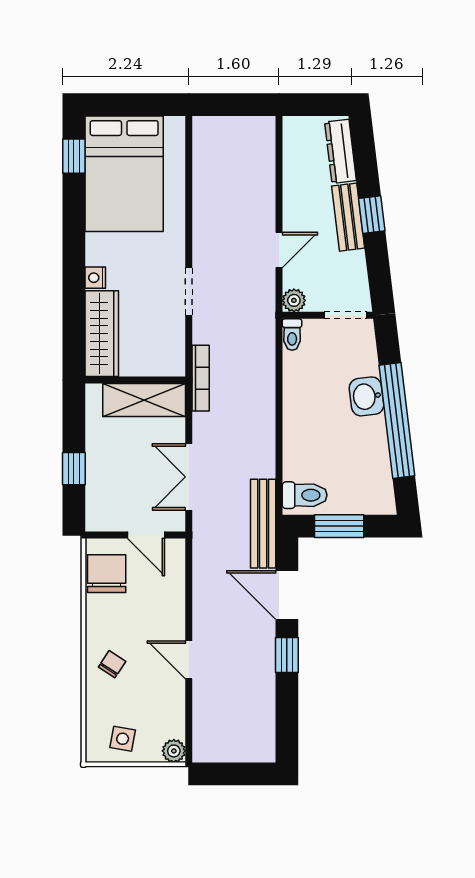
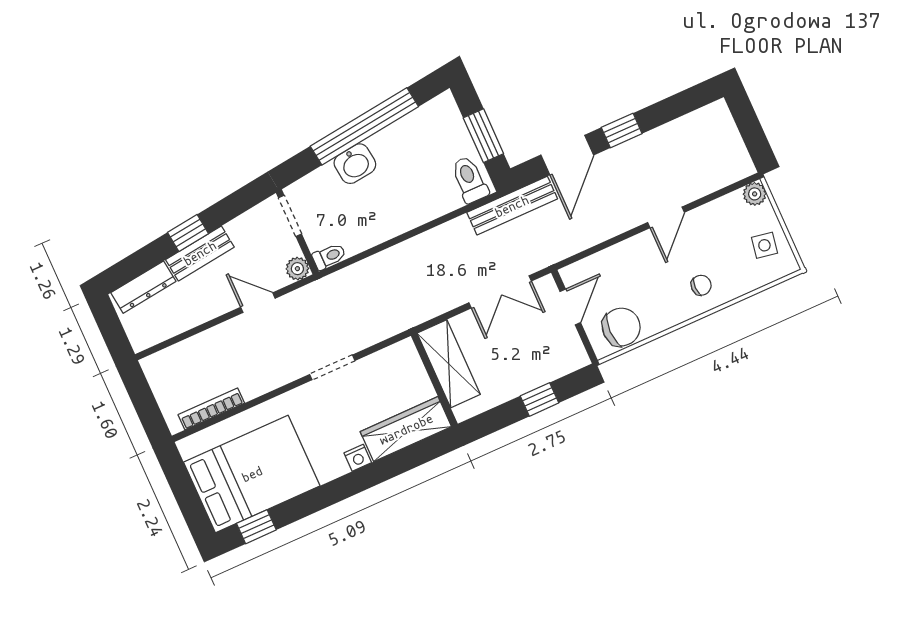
bookcase: (201, 378) -> (211, 409), moved
chair: (107, 574) -> (621, 327), turned 180
chair: (112, 664) -> (701, 285), turned 147

